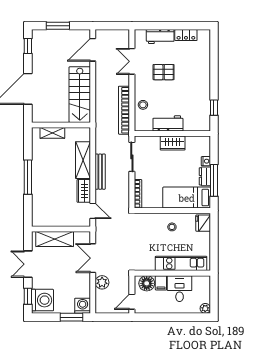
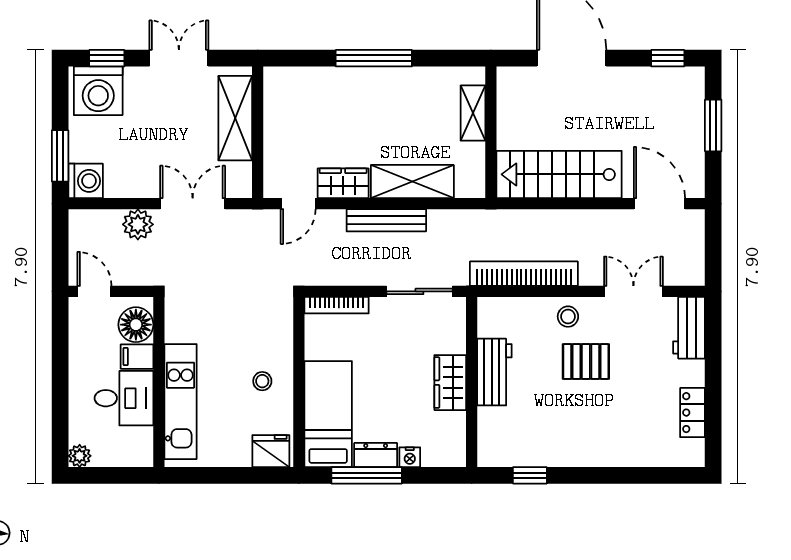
workbench: (160, 37) -> (689, 328), moved
pallet: (164, 72) -> (586, 361), moved, turned 90
stool: (143, 105) -> (568, 317), moved

